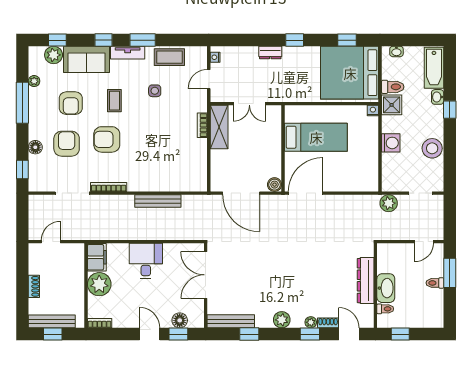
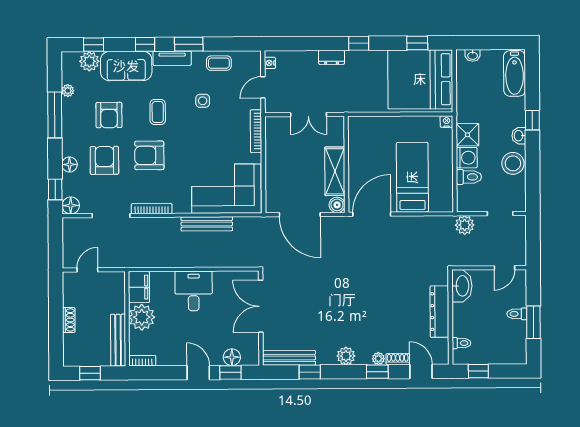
coffee table: (169, 57) -> (219, 63), width x0.73, depth x0.77
toilet: (393, 87) -> (469, 177), moved
washbasin: (438, 97) -> (519, 136), moved
shower: (392, 105) -> (467, 135), moved
bookcase: (202, 125) -> (256, 131), width x1.56
shelving: (219, 127) -> (335, 171), moved
bed: (316, 137) -> (412, 177), moved, turned -90
corner sofa: (176, 170) -> (226, 189), added
floor lamp: (36, 184) -> (71, 205), added
window: (450, 273) -> (533, 322), moved
washbasin: (386, 288) -> (462, 286), moved
bench: (52, 321) -> (118, 340), moved, turned 90

